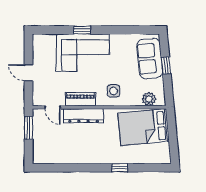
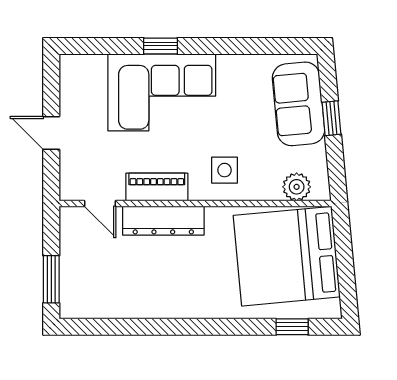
bed: (143, 127) -> (287, 256), width x1.36
window: (29, 128) -> (51, 279), moved
window: (120, 168) -> (292, 327), moved

